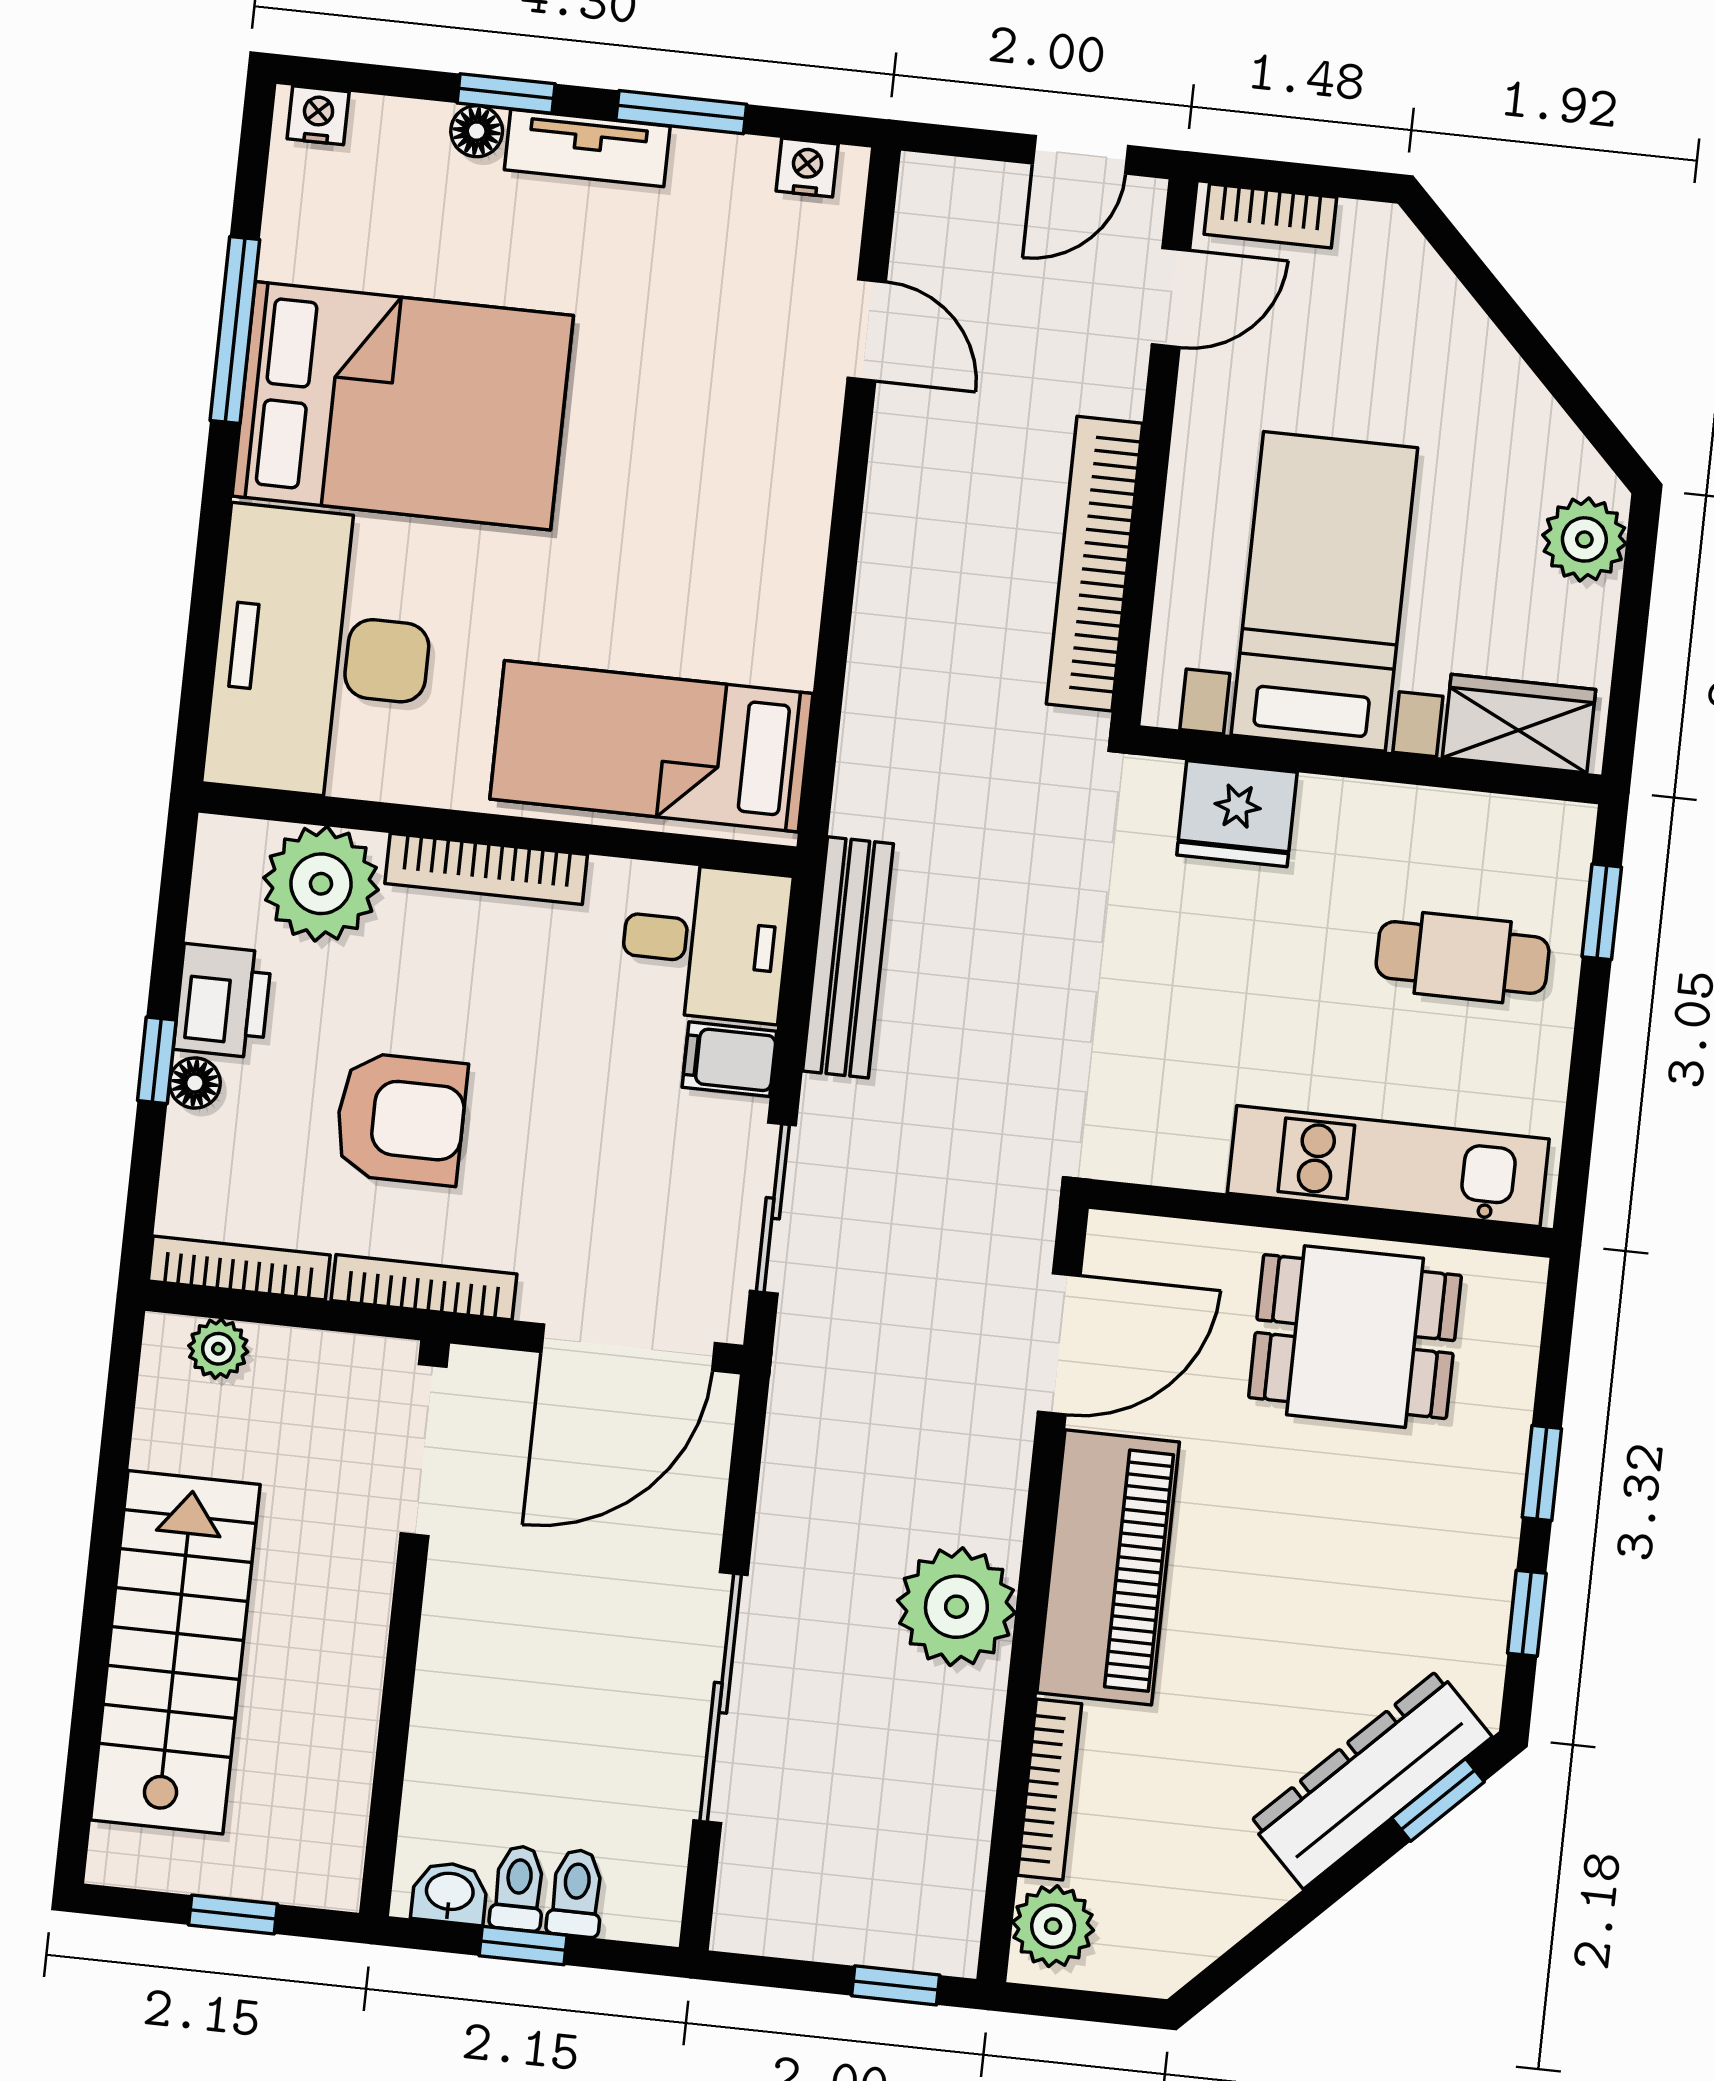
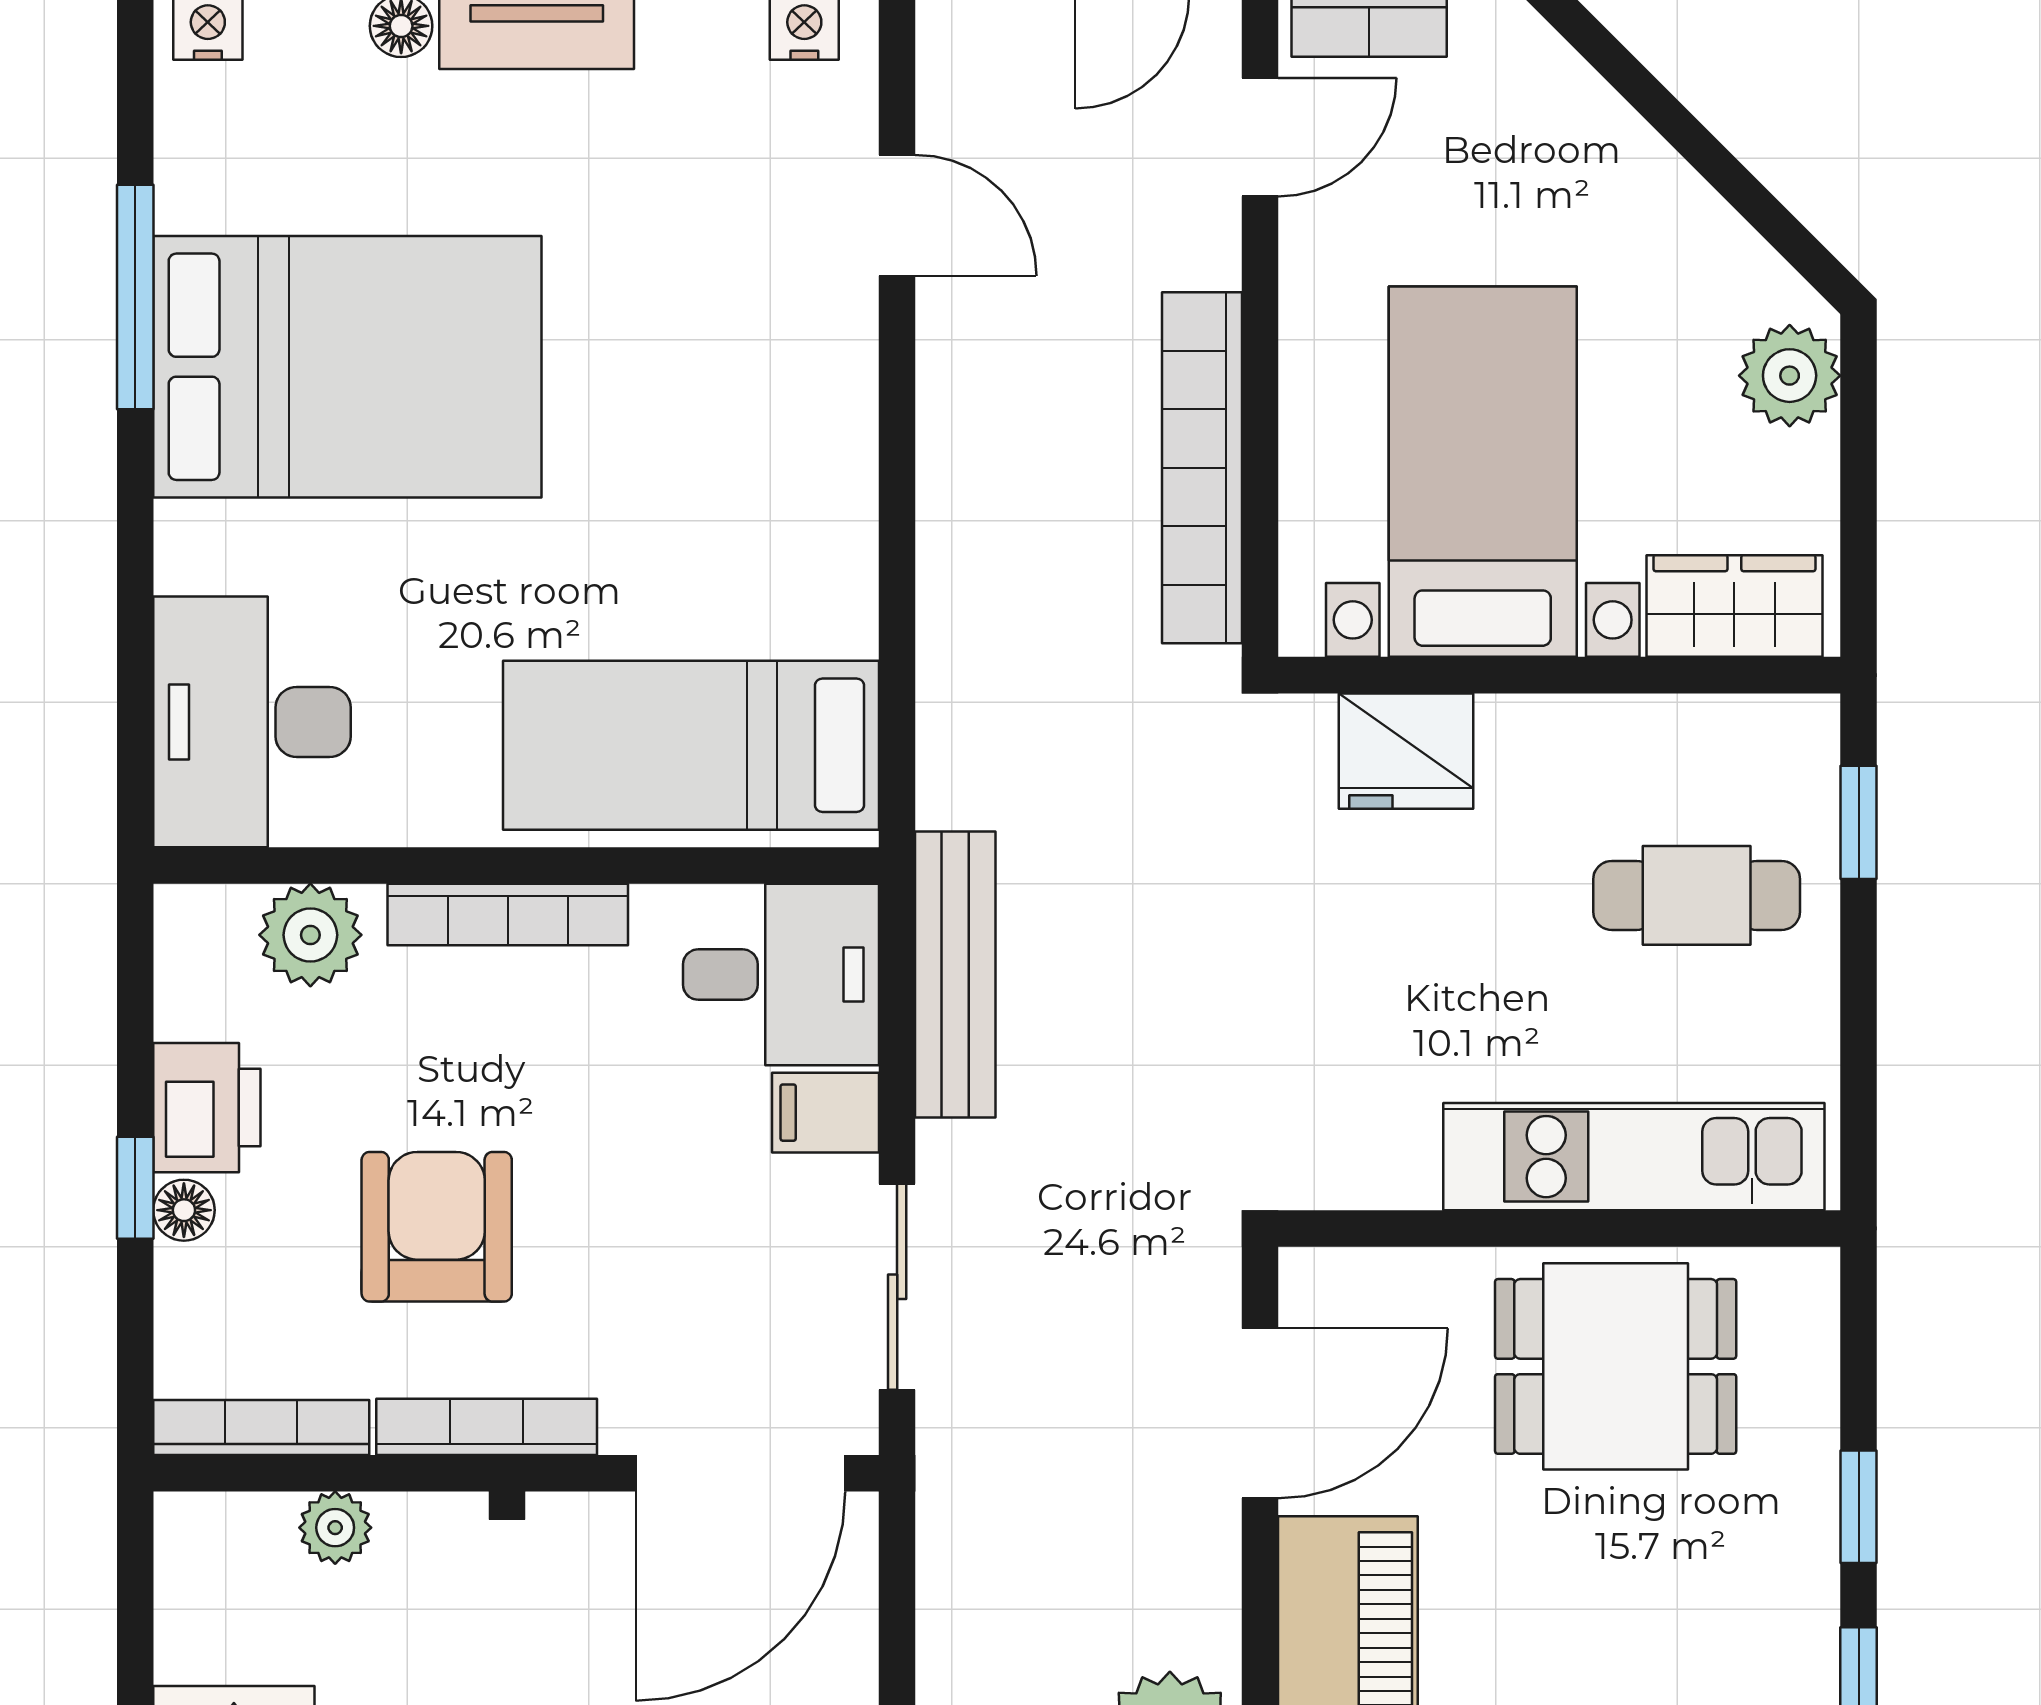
desk: (322, 654) -> (252, 722), width x0.73, depth x0.77
plant: (321, 884) -> (310, 935), width x0.73, depth x0.73
armchair: (401, 1119) -> (437, 1227), turned -90
plant: (218, 1349) -> (335, 1528), moved

